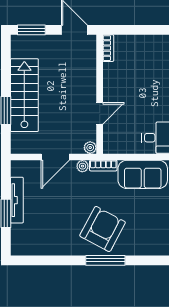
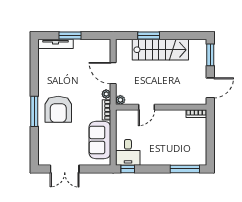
door: (100, 113) -> (146, 107), hinge flipped
tv unit: (17, 200) -> (56, 44), moved
armchair: (103, 229) -> (58, 109), turned 62

